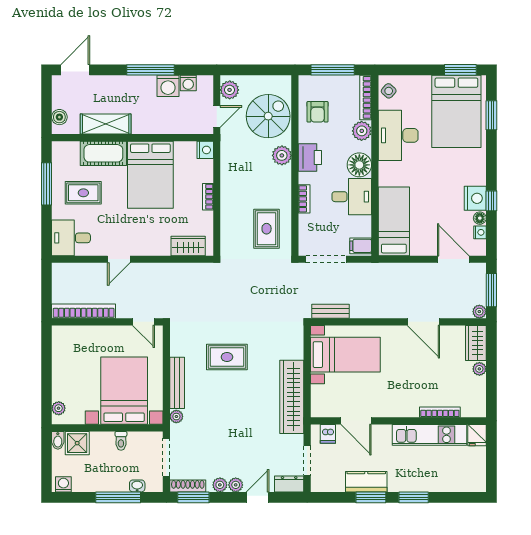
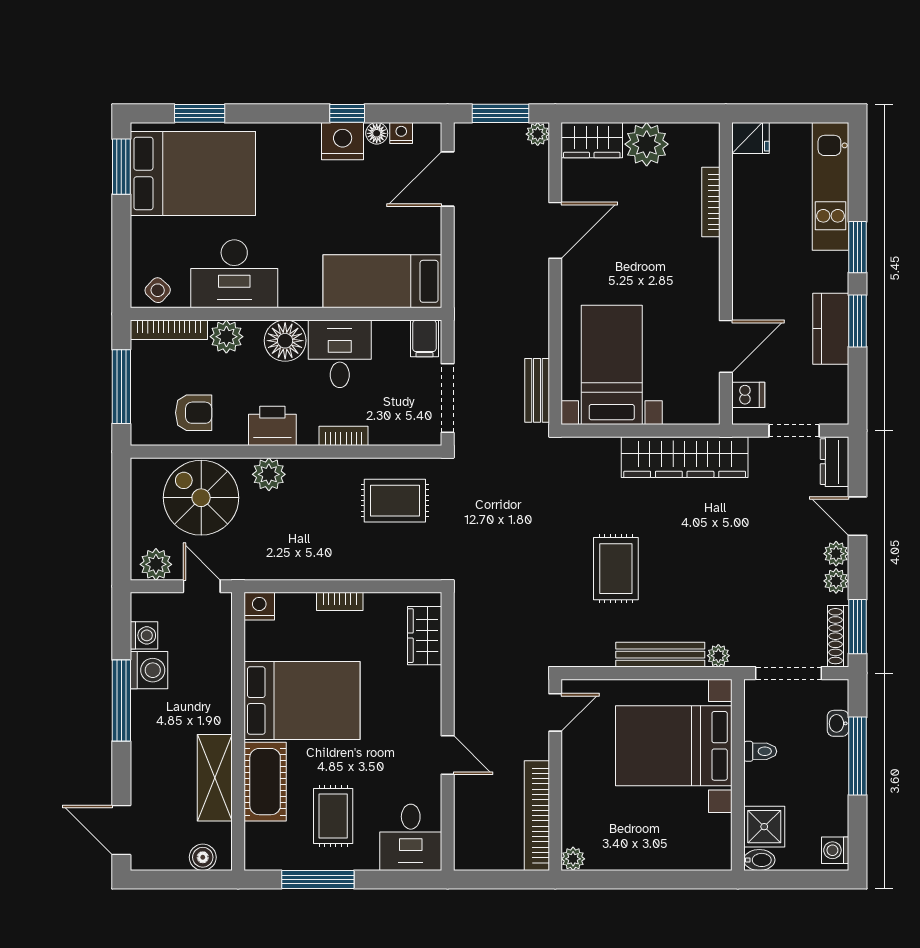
plant: (479, 369) -> (647, 144), width x1.88, depth x1.88
plant: (59, 408) -> (573, 859), moved
kitchen unit: (429, 435) -> (830, 186), moved, turned 180

